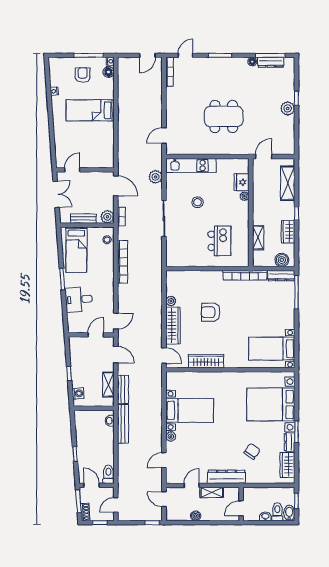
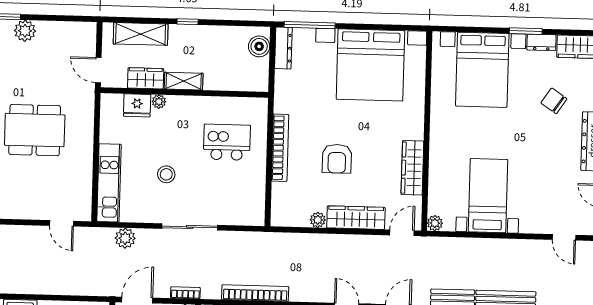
dining table: (224, 117) -> (35, 130), turned 90
wardrobe: (288, 232) -> (146, 78), moved, turned 180
shelving: (258, 238) -> (184, 81), moved
bookcase: (245, 275) -> (280, 148), moved
bed with nightstands: (272, 349) -> (370, 65), width x1.85
plant: (171, 437) -> (435, 223), moved

